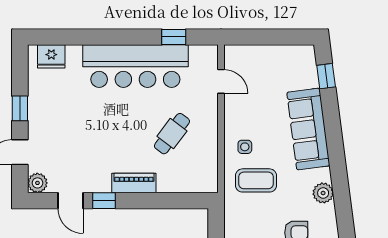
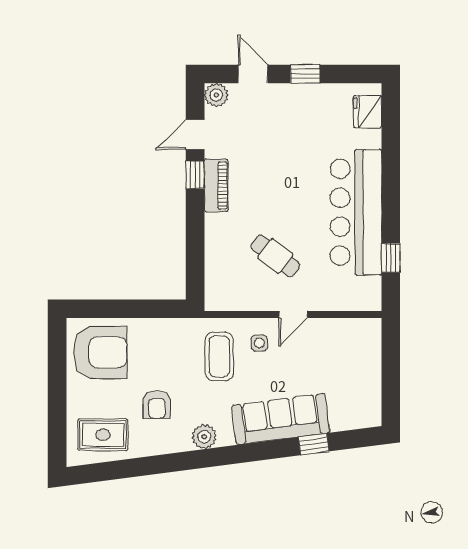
window: (326, 76) -> (314, 444), moved
door: (221, 81) -> (293, 314), moved
piano: (134, 183) -> (216, 186), moved

